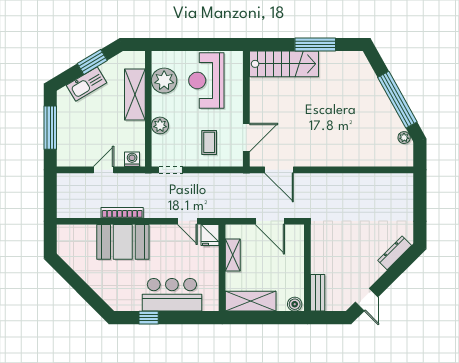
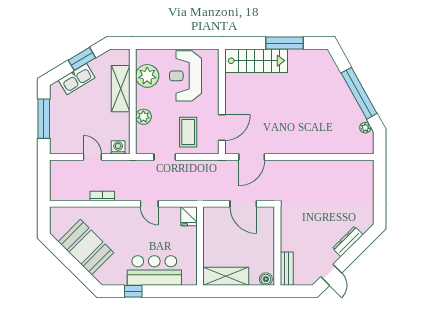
coffee table: (209, 142) -> (188, 132), width x1.36, depth x1.30
door: (104, 170) -> (92, 157), hinge flipped
doorway: (171, 170) -> (165, 157), moved
door: (279, 170) -> (252, 157), hinge flipped
bookcase: (122, 213) -> (102, 196), width x0.64
door: (187, 221) -> (149, 204), moved
booth: (123, 242) -> (86, 247), moved, turned 45
dresser: (395, 253) -> (348, 241), moved
shelving: (233, 255) -> (210, 234), removed

